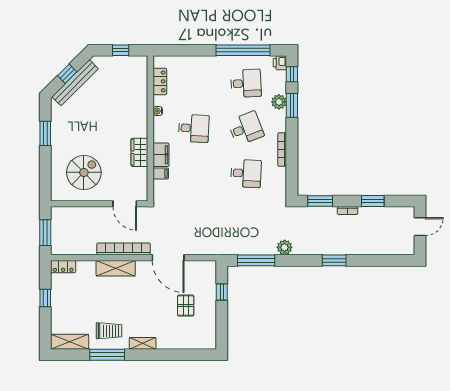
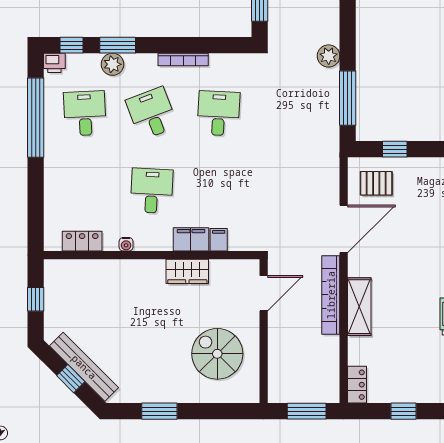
pallet: (186, 306) -> (376, 183), moved

